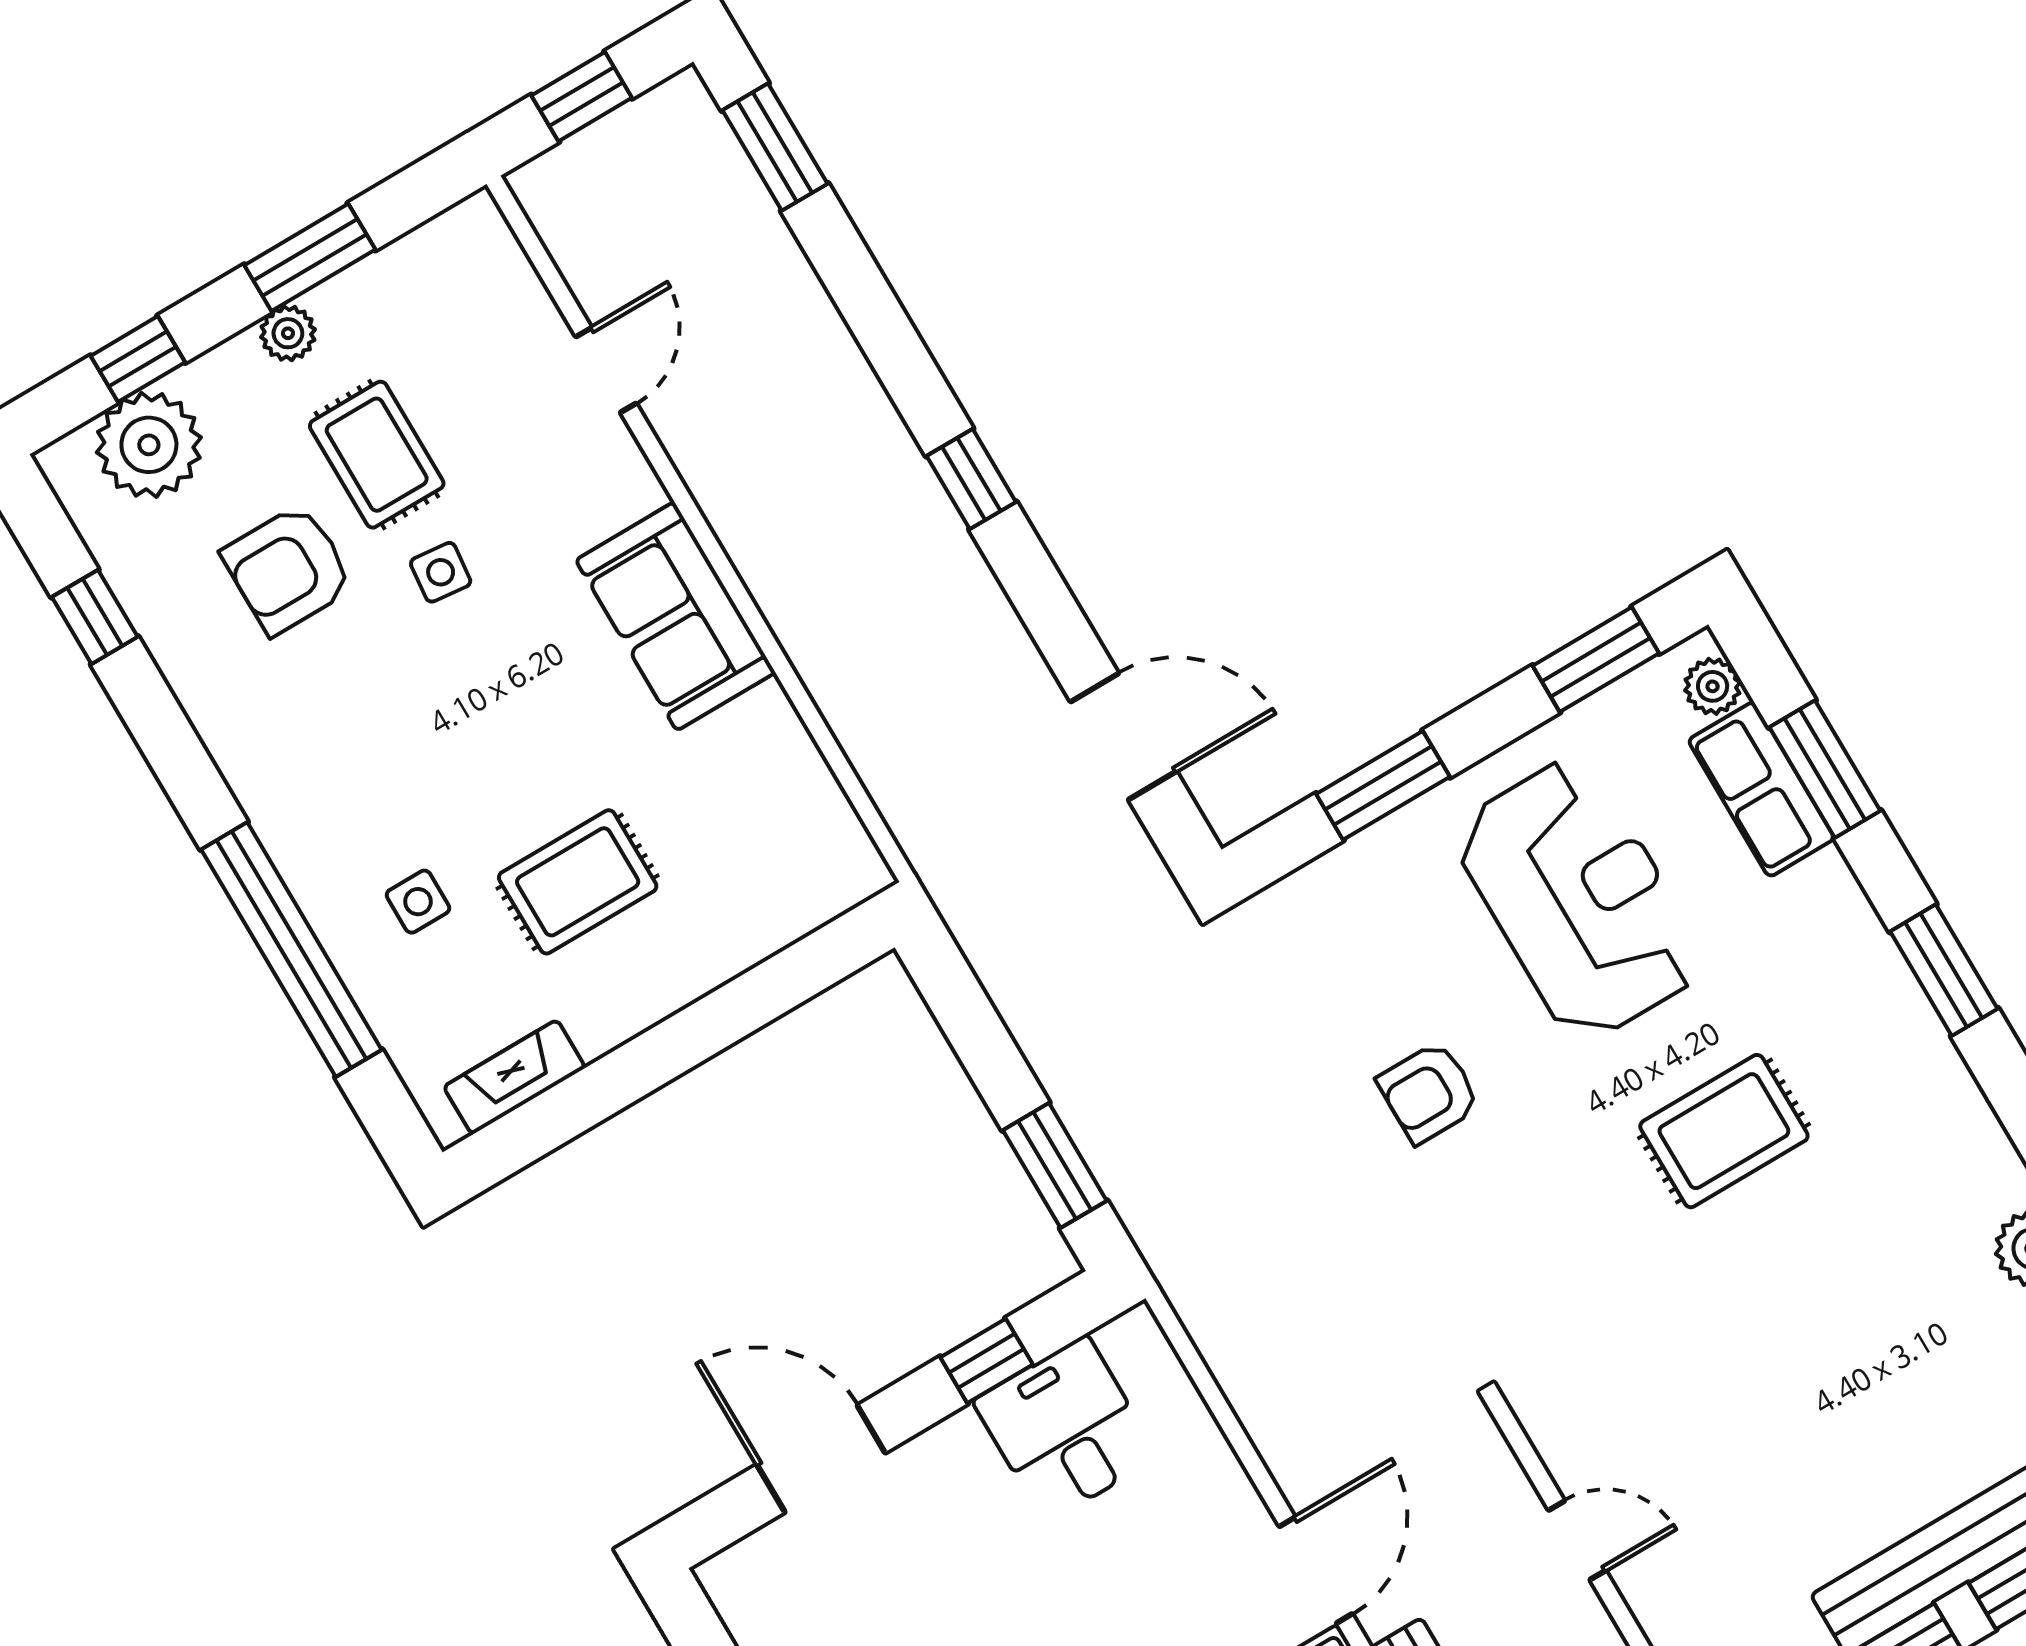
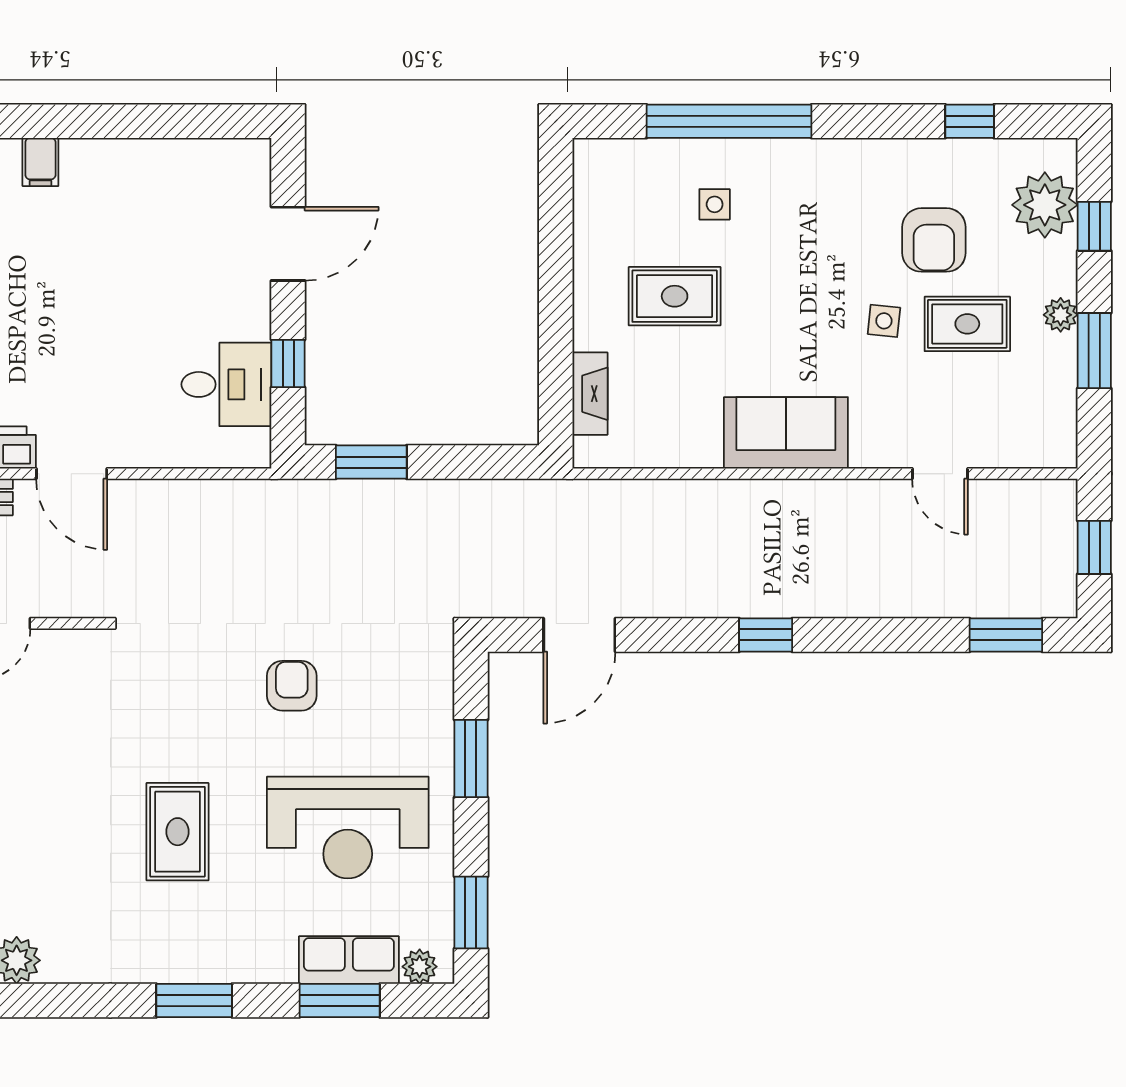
armchair: (288, 569) -> (934, 240), turned 180
rug: (578, 882) -> (675, 296), turned 90
fireplace: (514, 1077) -> (590, 394), moved

